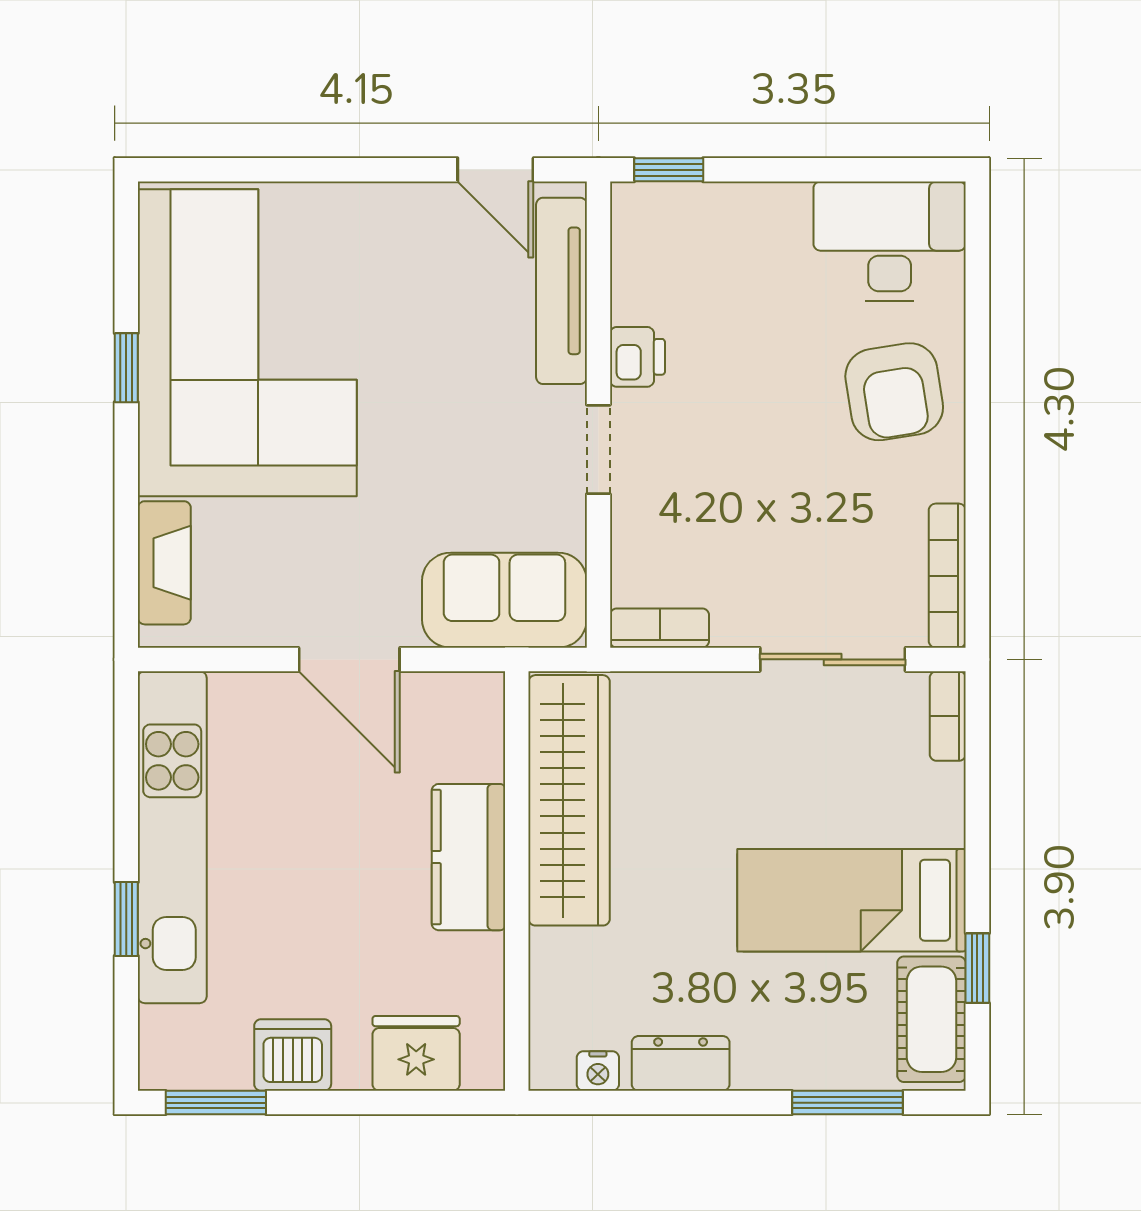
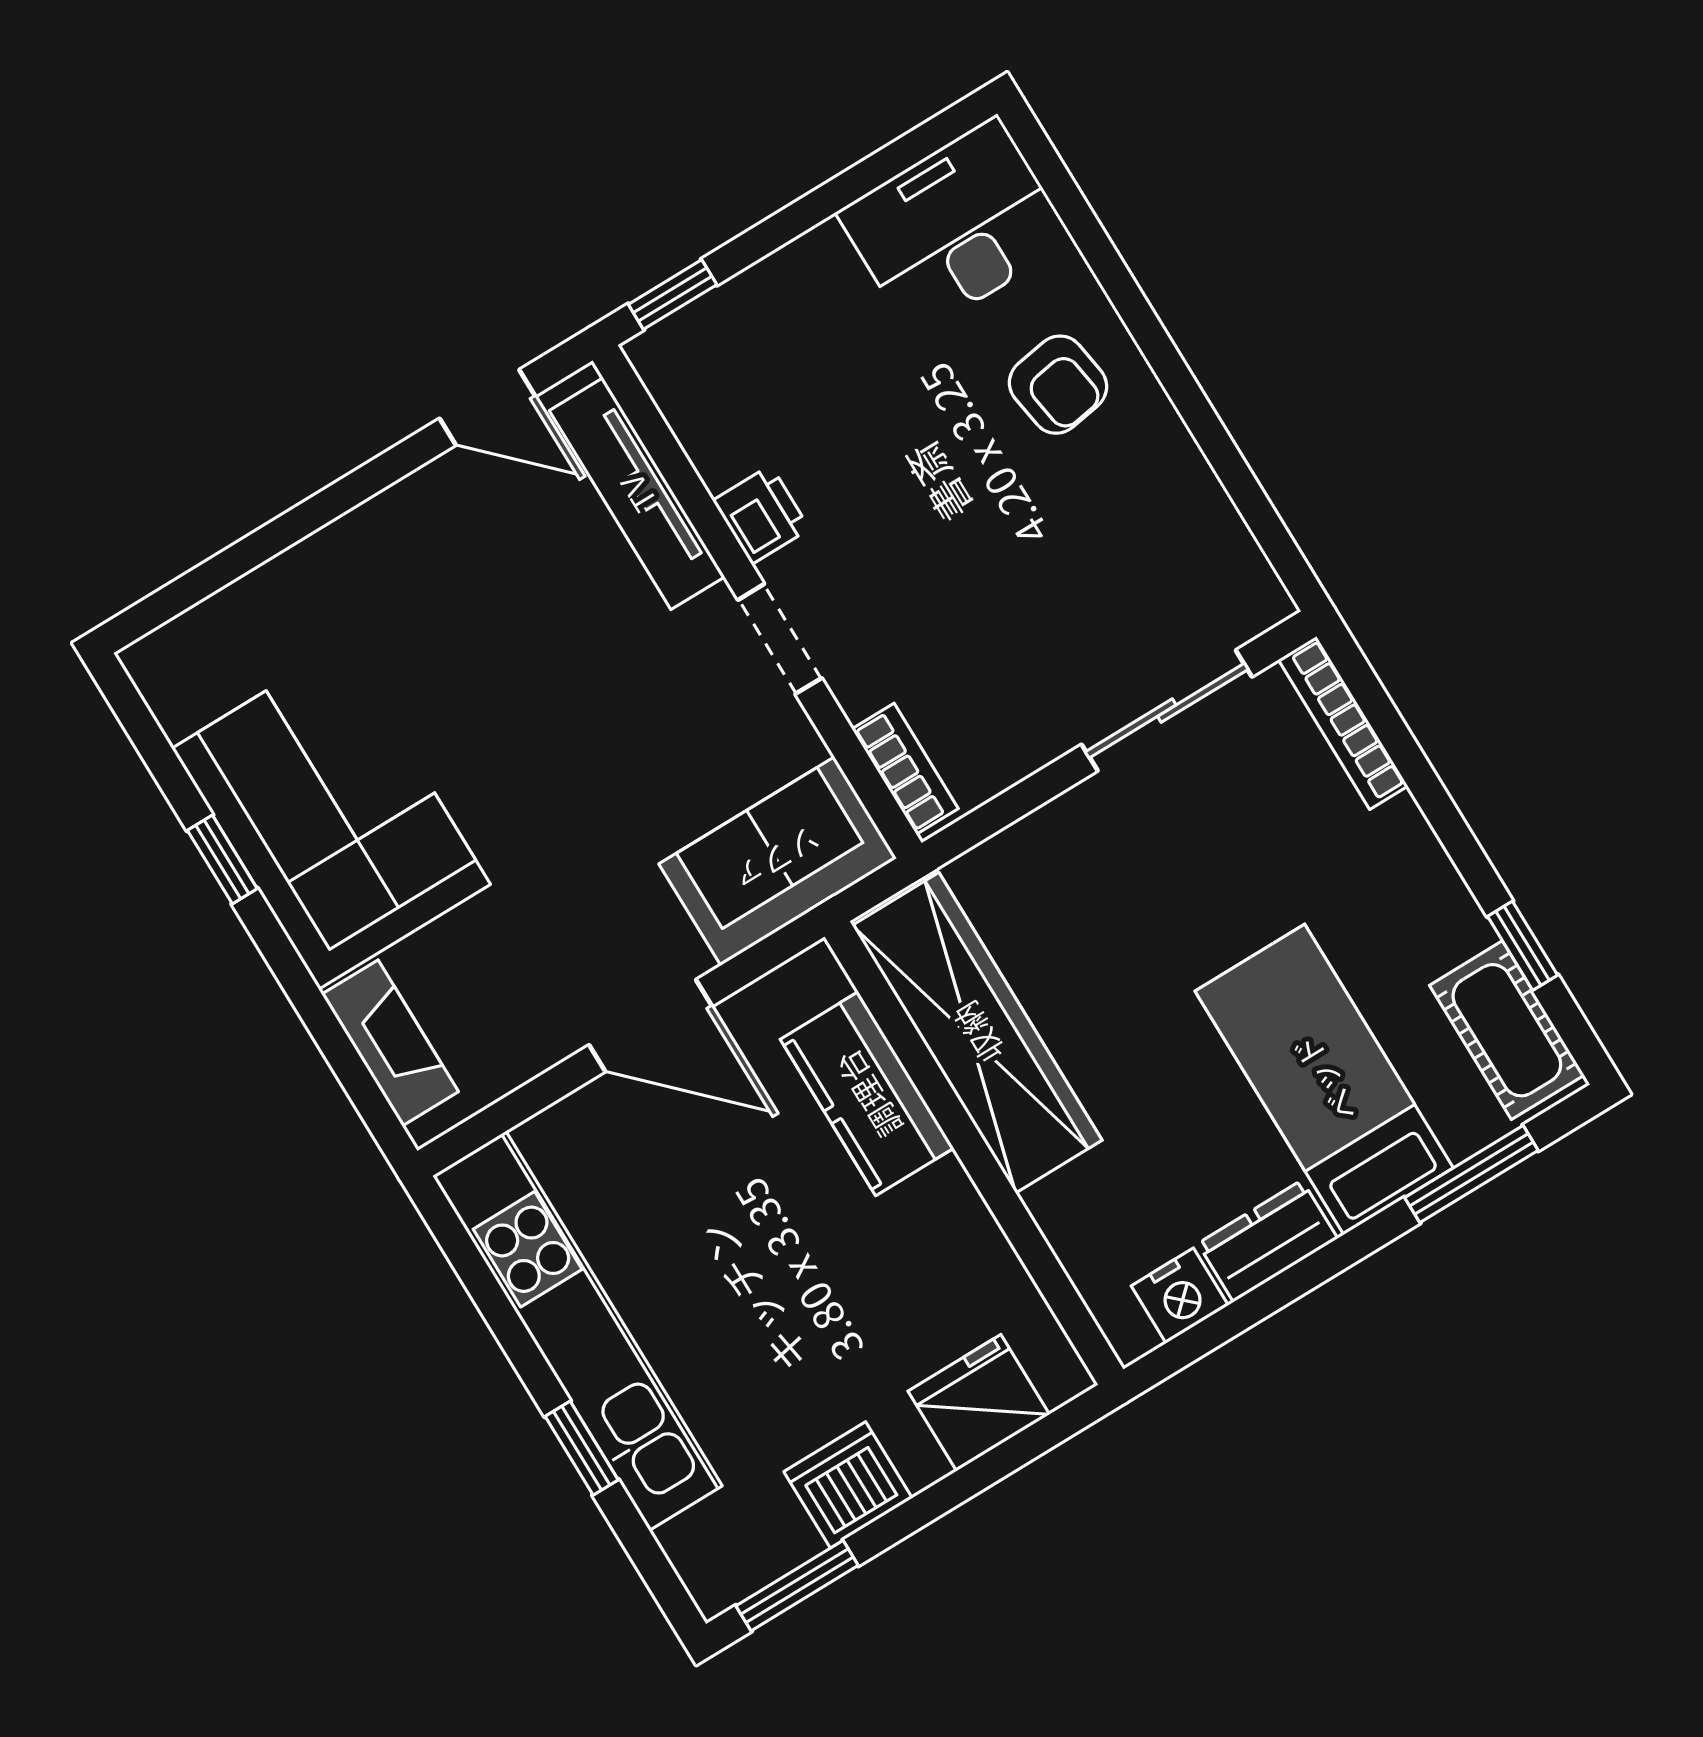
corner sofa: (247, 343) -> (331, 816), width x0.73, depth x0.74
armchair: (894, 392) -> (1058, 385), width x0.72, depth x0.72
bookcase: (947, 576) -> (1235, 546), removed
bookcase: (660, 628) -> (905, 769), moved, turned 90
bookcase: (948, 716) -> (1343, 723), width x1.56
kitchen counter: (469, 857) -> (867, 1094), moved
bed: (852, 900) -> (1324, 1079), moved, turned 90
nightstand: (598, 1071) -> (1180, 1296), width x1.39, depth x1.35

